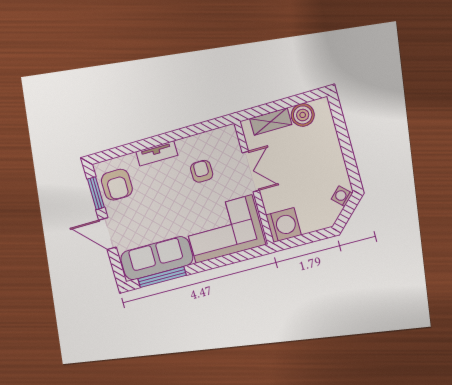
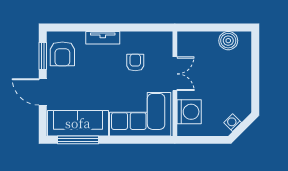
shelving: (271, 122) -> (202, 39), removed
washing machine: (342, 196) -> (233, 123), moved
washing machine: (284, 225) -> (189, 112), moved

